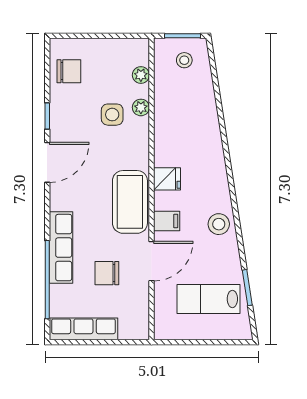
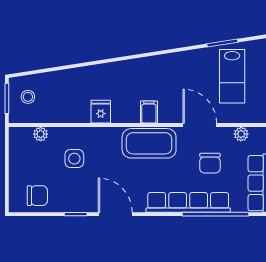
chair: (69, 71) -> (37, 196), turned 90
plant: (141, 107) -> (241, 134), moved
fridge: (167, 179) -> (101, 112), moved
filing cabinet: (167, 221) -> (149, 112), moved
stool: (219, 224) -> (168, 67), removed
row of seats: (61, 248) -> (188, 202), width x1.36

